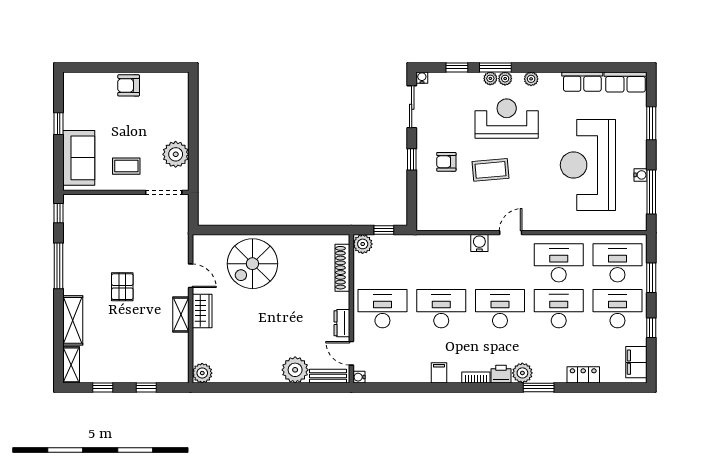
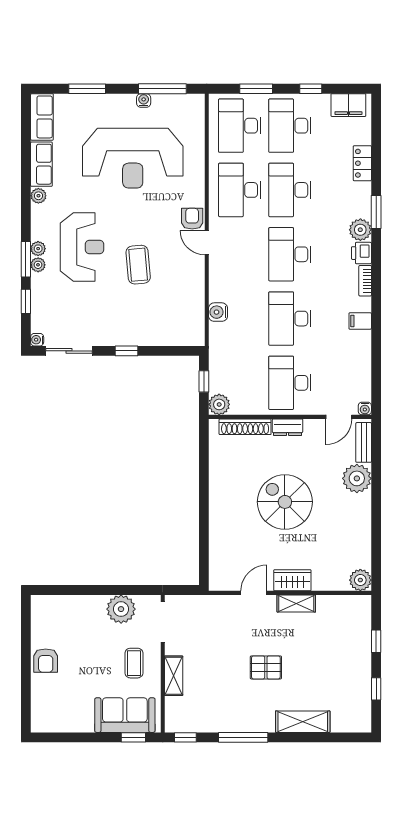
plant: (531, 79) -> (38, 196), moved
reception desk: (507, 119) -> (82, 247), turned 180
window: (59, 124) -> (133, 737), moved
armchair: (446, 162) -> (192, 219), moved, turned 180
water cooler: (479, 243) -> (218, 312), moved
spiral stairs: (252, 264) -> (285, 502), moved, turned 180
dresser: (342, 323) -> (288, 427), moved
shelving: (71, 365) -> (174, 676), moved, turned 90

